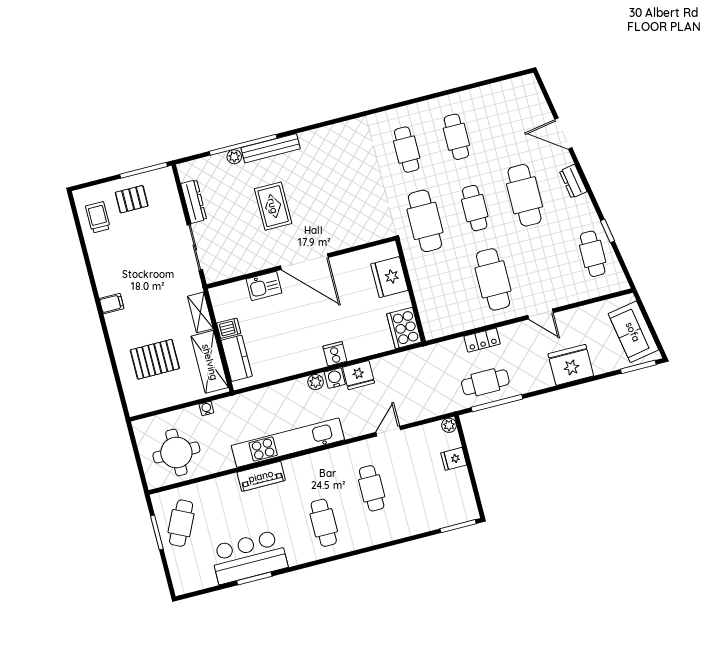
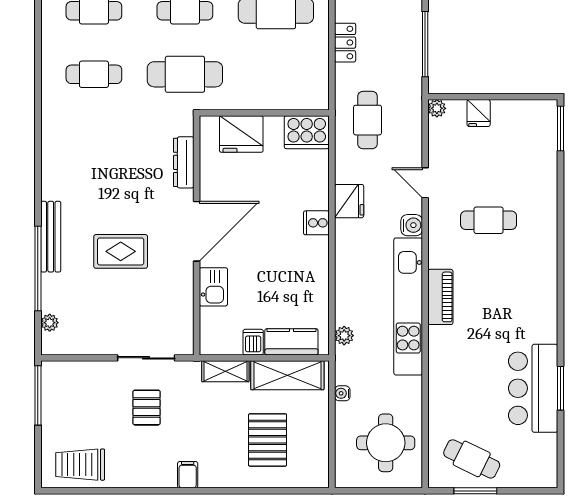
plant: (234, 157) -> (50, 323), moved
pallet: (132, 199) -> (147, 408), moved
dresser: (194, 202) -> (184, 162), moved, turned -90
trolley: (98, 217) -> (80, 465), width x1.36, depth x1.39
water cooler: (335, 378) -> (412, 225), moved, turned 180
plant: (316, 382) -> (344, 336), moved
cafe table: (485, 382) -> (368, 120), moved
piano: (261, 476) -> (440, 297), moved
cafe table: (324, 523) -> (515, 288), removed

